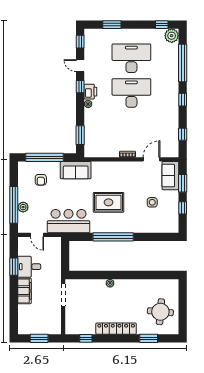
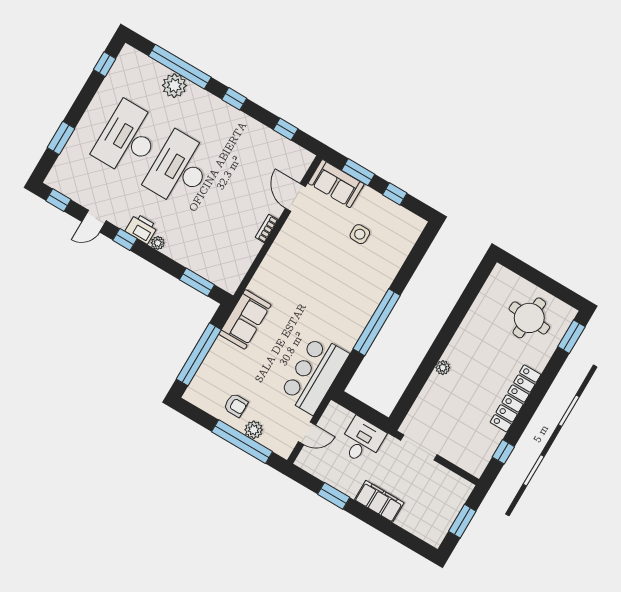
plant: (172, 36) -> (174, 86), moved
armchair: (41, 180) -> (236, 405), moved
rug: (109, 202) -> (322, 299), removed
desk: (29, 267) -> (362, 441), moved, turned 180
window: (149, 338) -> (571, 337), moved

